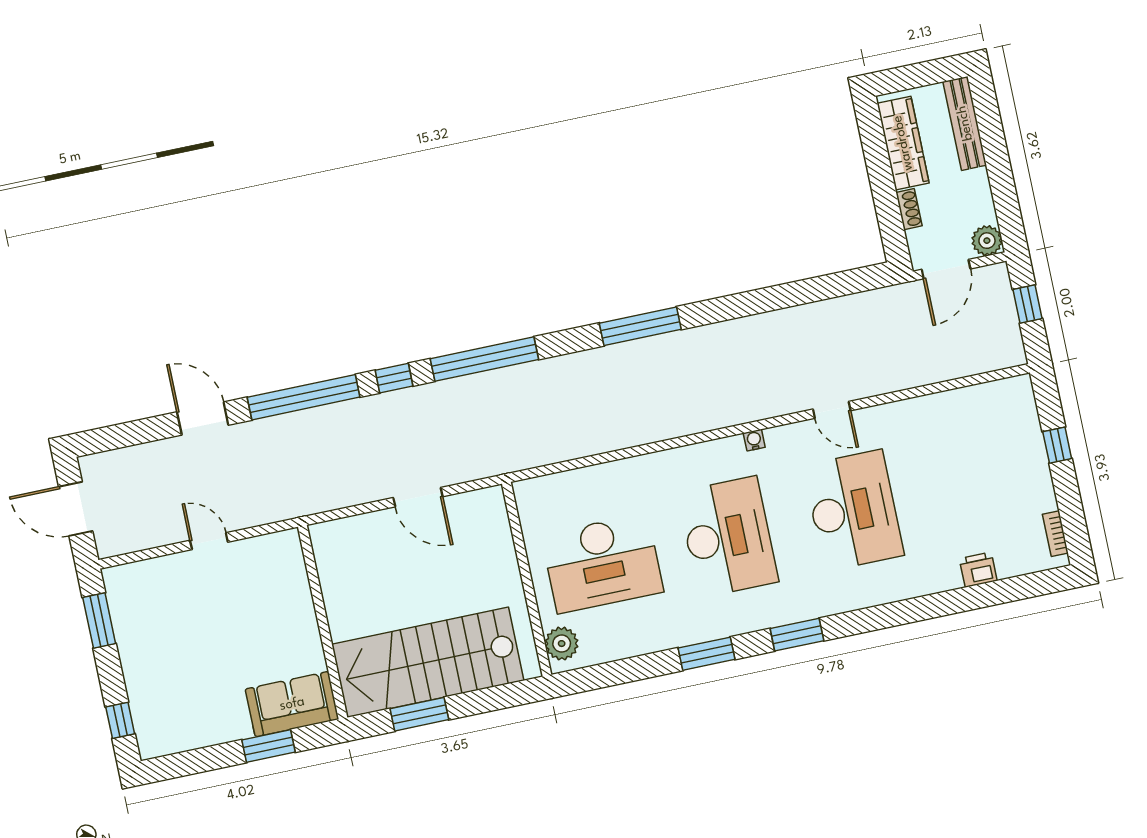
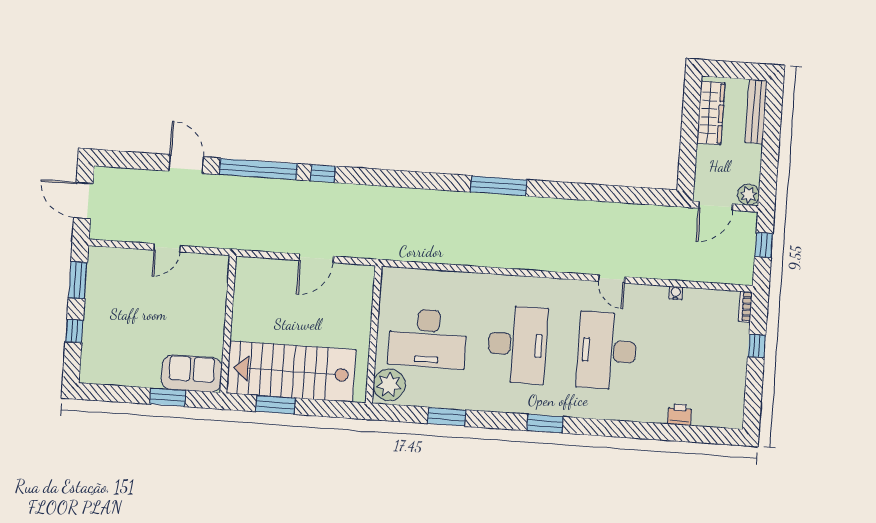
shoe rack: (909, 209) -> (702, 159), removed
window: (484, 359) -> (387, 178), removed
water cooler: (754, 440) -> (676, 293), moved
door: (418, 497) -> (316, 258), hinge flipped
desk: (853, 510) -> (607, 351), turned 180
bookcase: (1055, 534) -> (745, 307), moved
door: (209, 541) -> (167, 248), swing flipped
plant: (562, 644) -> (389, 385), width x1.36, depth x1.36
window: (707, 654) -> (447, 417), moved
window: (120, 720) -> (74, 331), moved

